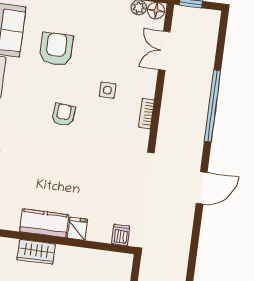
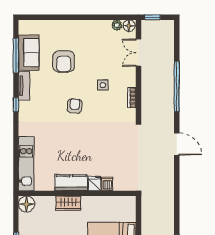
armchair: (56, 49) -> (64, 61), turned 180
door: (202, 188) -> (177, 144), hinge flipped
dishwasher: (121, 235) -> (107, 184), moved

